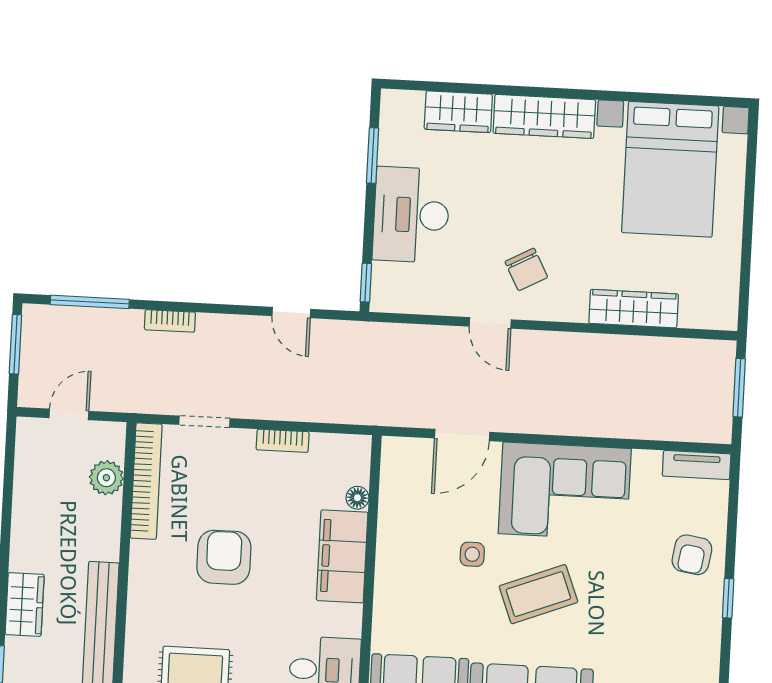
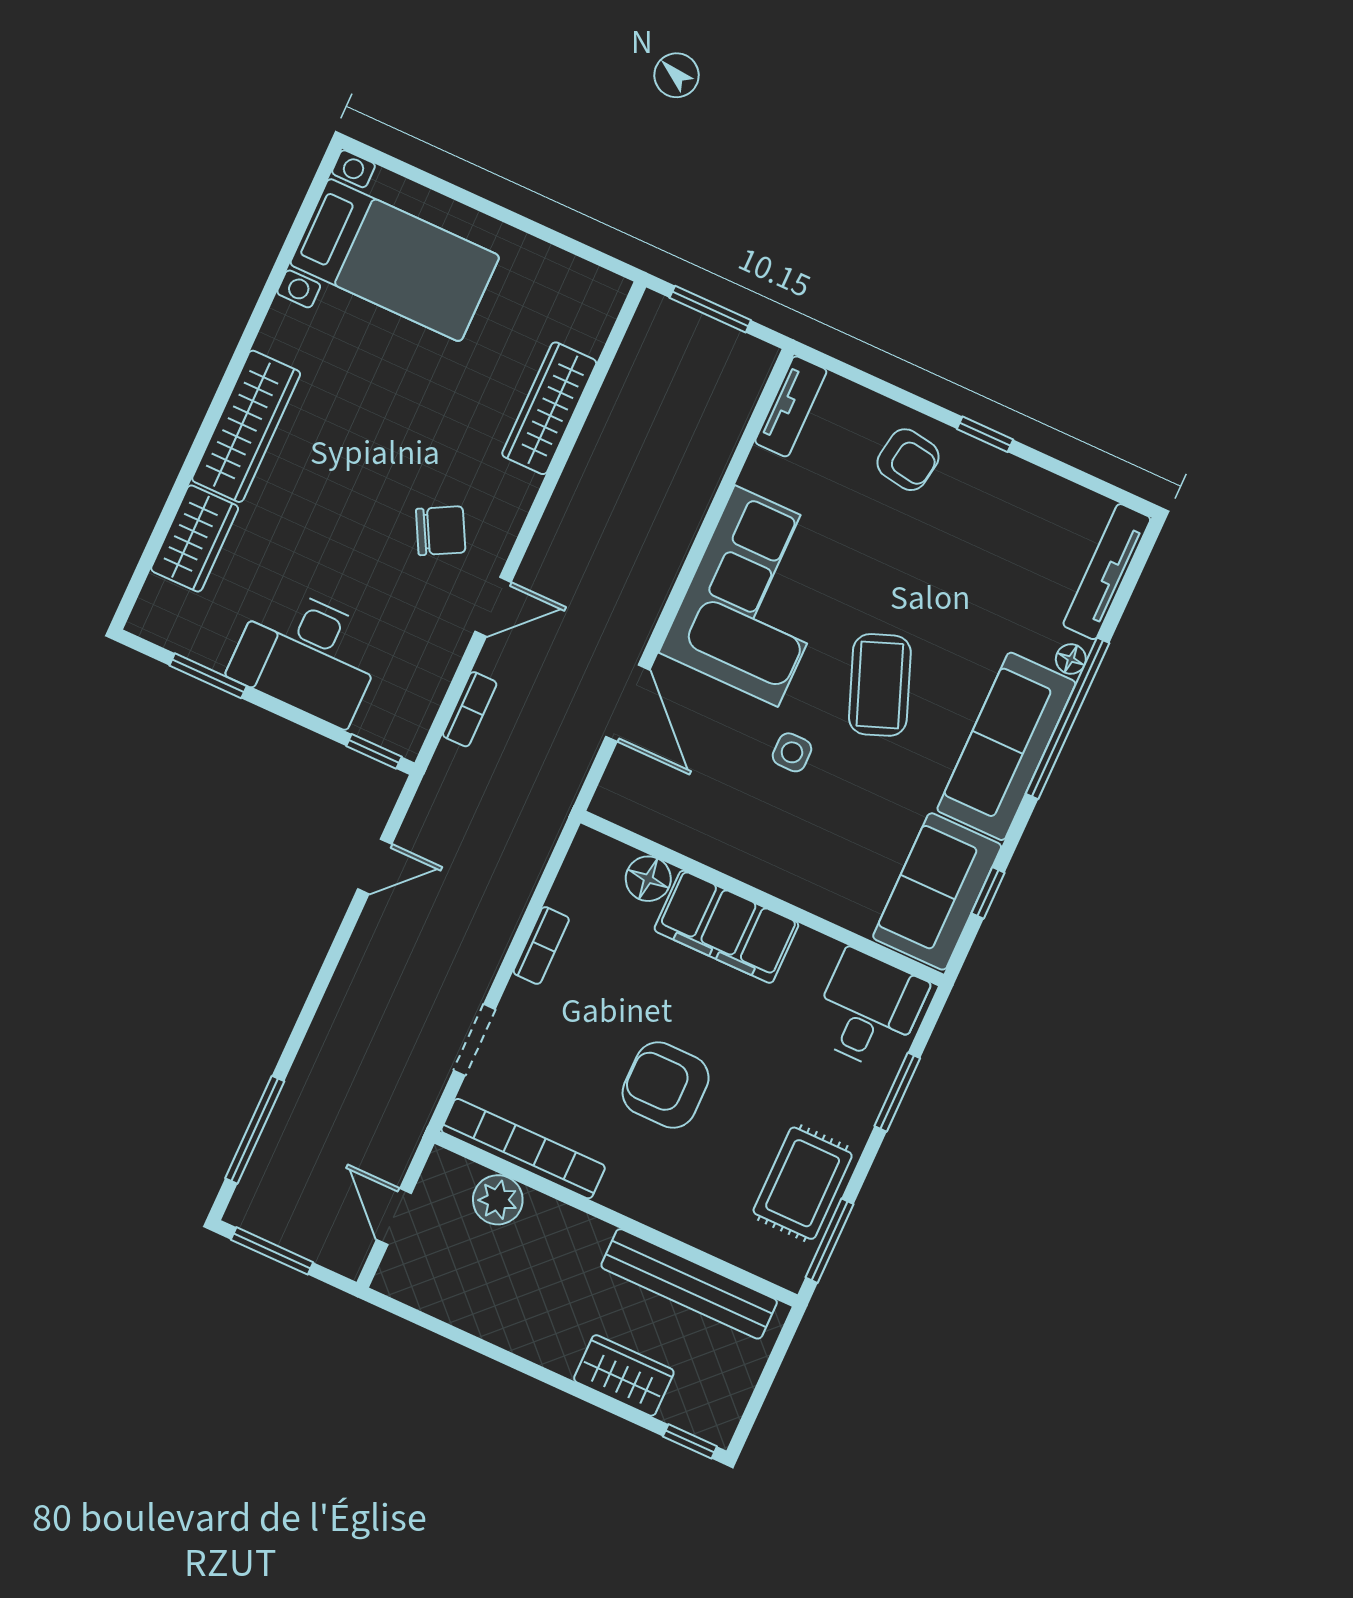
bed with nightstands: (670, 169) -> (395, 260), width x0.73
bookcase: (170, 321) -> (470, 709), moved
floor lamp: (357, 498) -> (648, 879), width x1.37, depth x1.37

